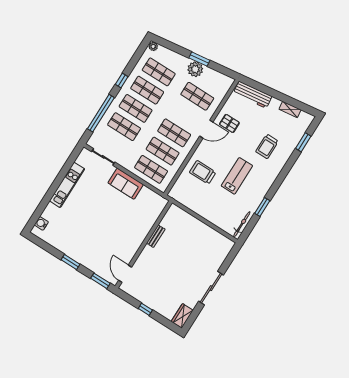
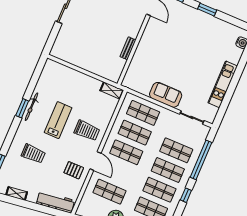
door: (206, 129) -> (95, 161), swing flipped
trolley: (267, 146) -> (33, 154), turned 90
trolley: (203, 172) -> (87, 131), moved
lab bench: (237, 176) -> (58, 120), turned 180
shelving: (179, 197) -> (112, 90), added
window: (262, 207) -> (22, 108), moved
bicycle: (242, 224) -> (31, 107), moved

